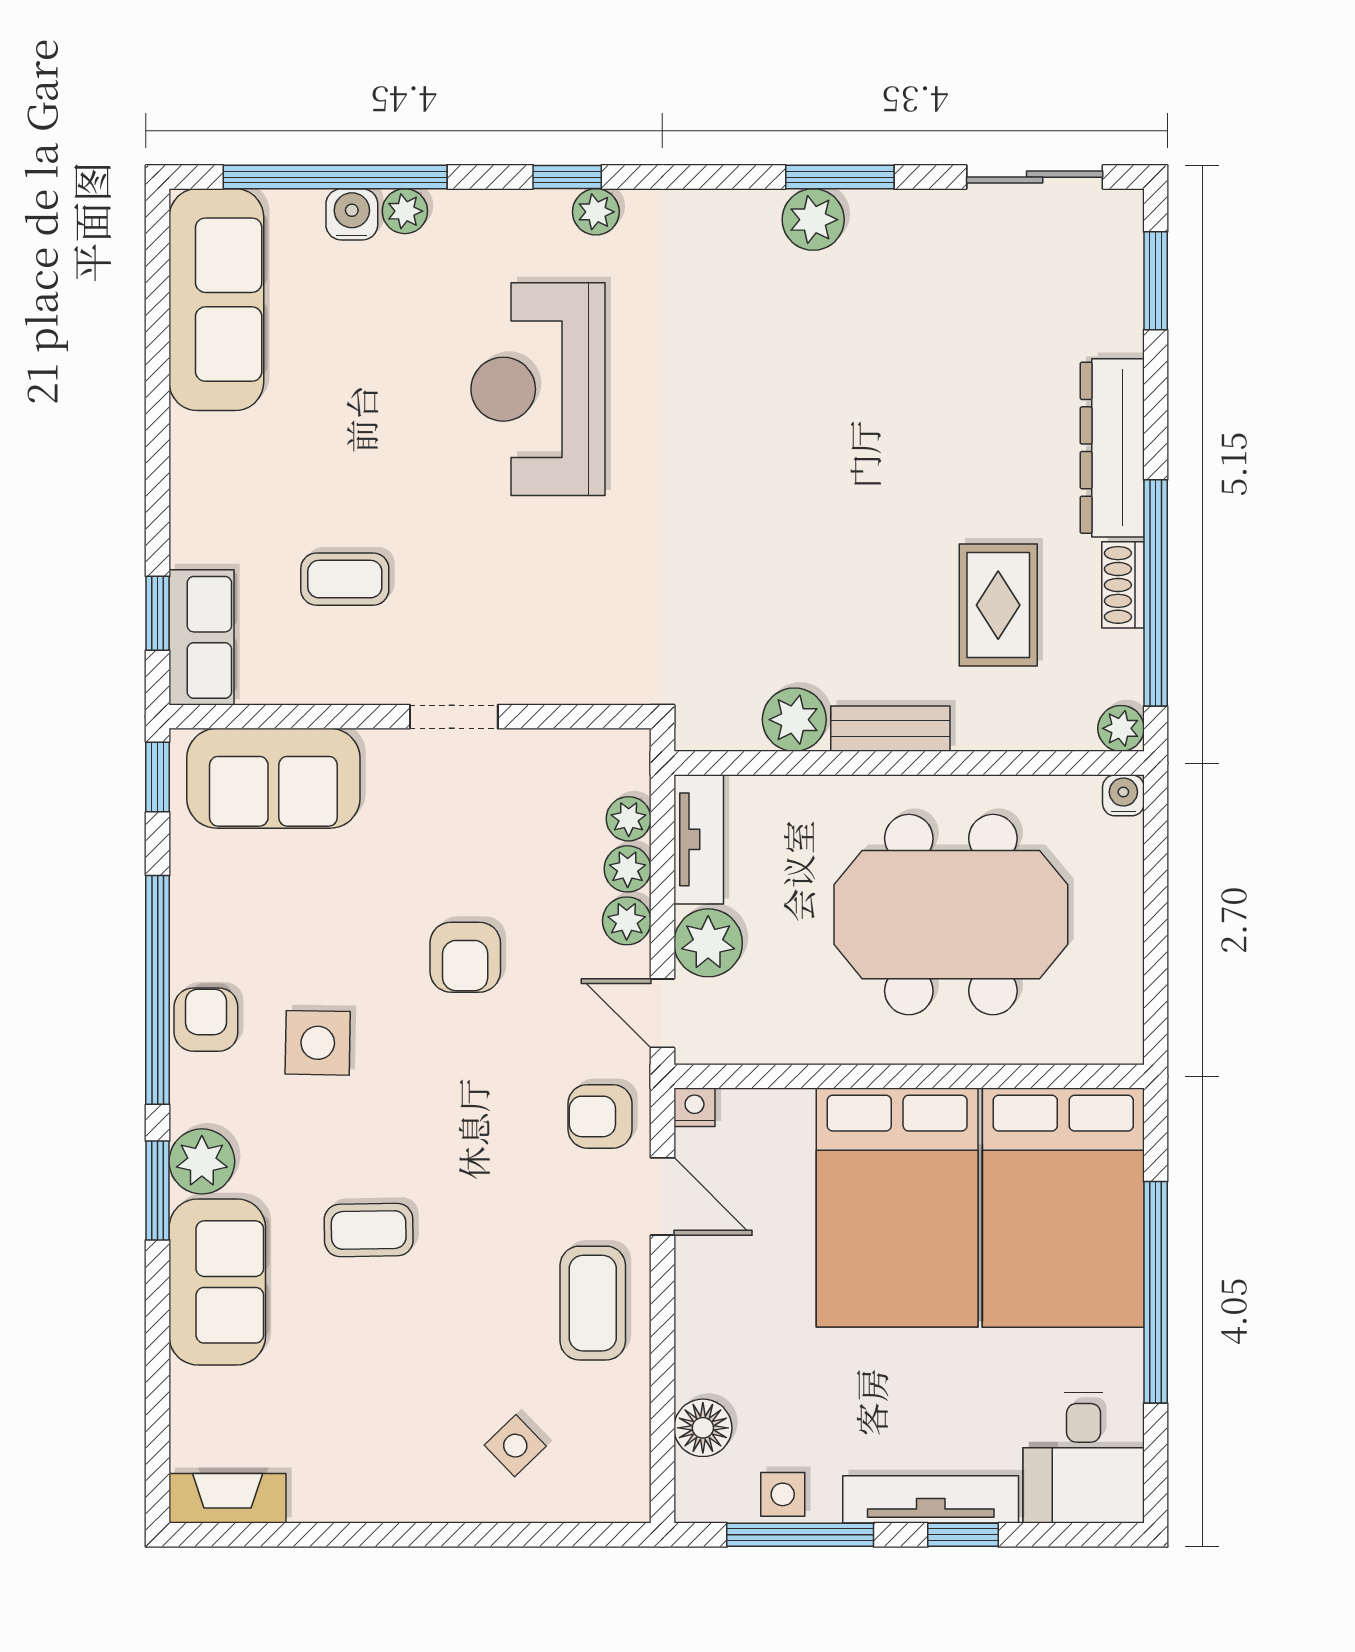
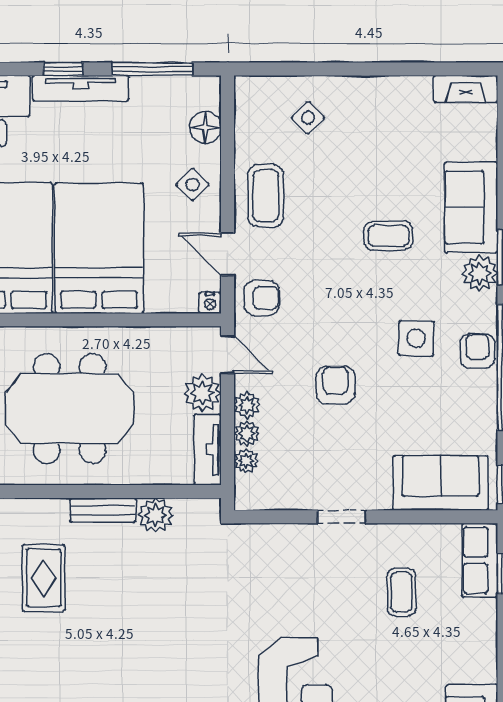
coffee table: (345, 579) -> (401, 592), turned 90
armchair: (206, 1020) -> (477, 351), turned 180
side table: (783, 1494) -> (192, 185), moved, turned 45

